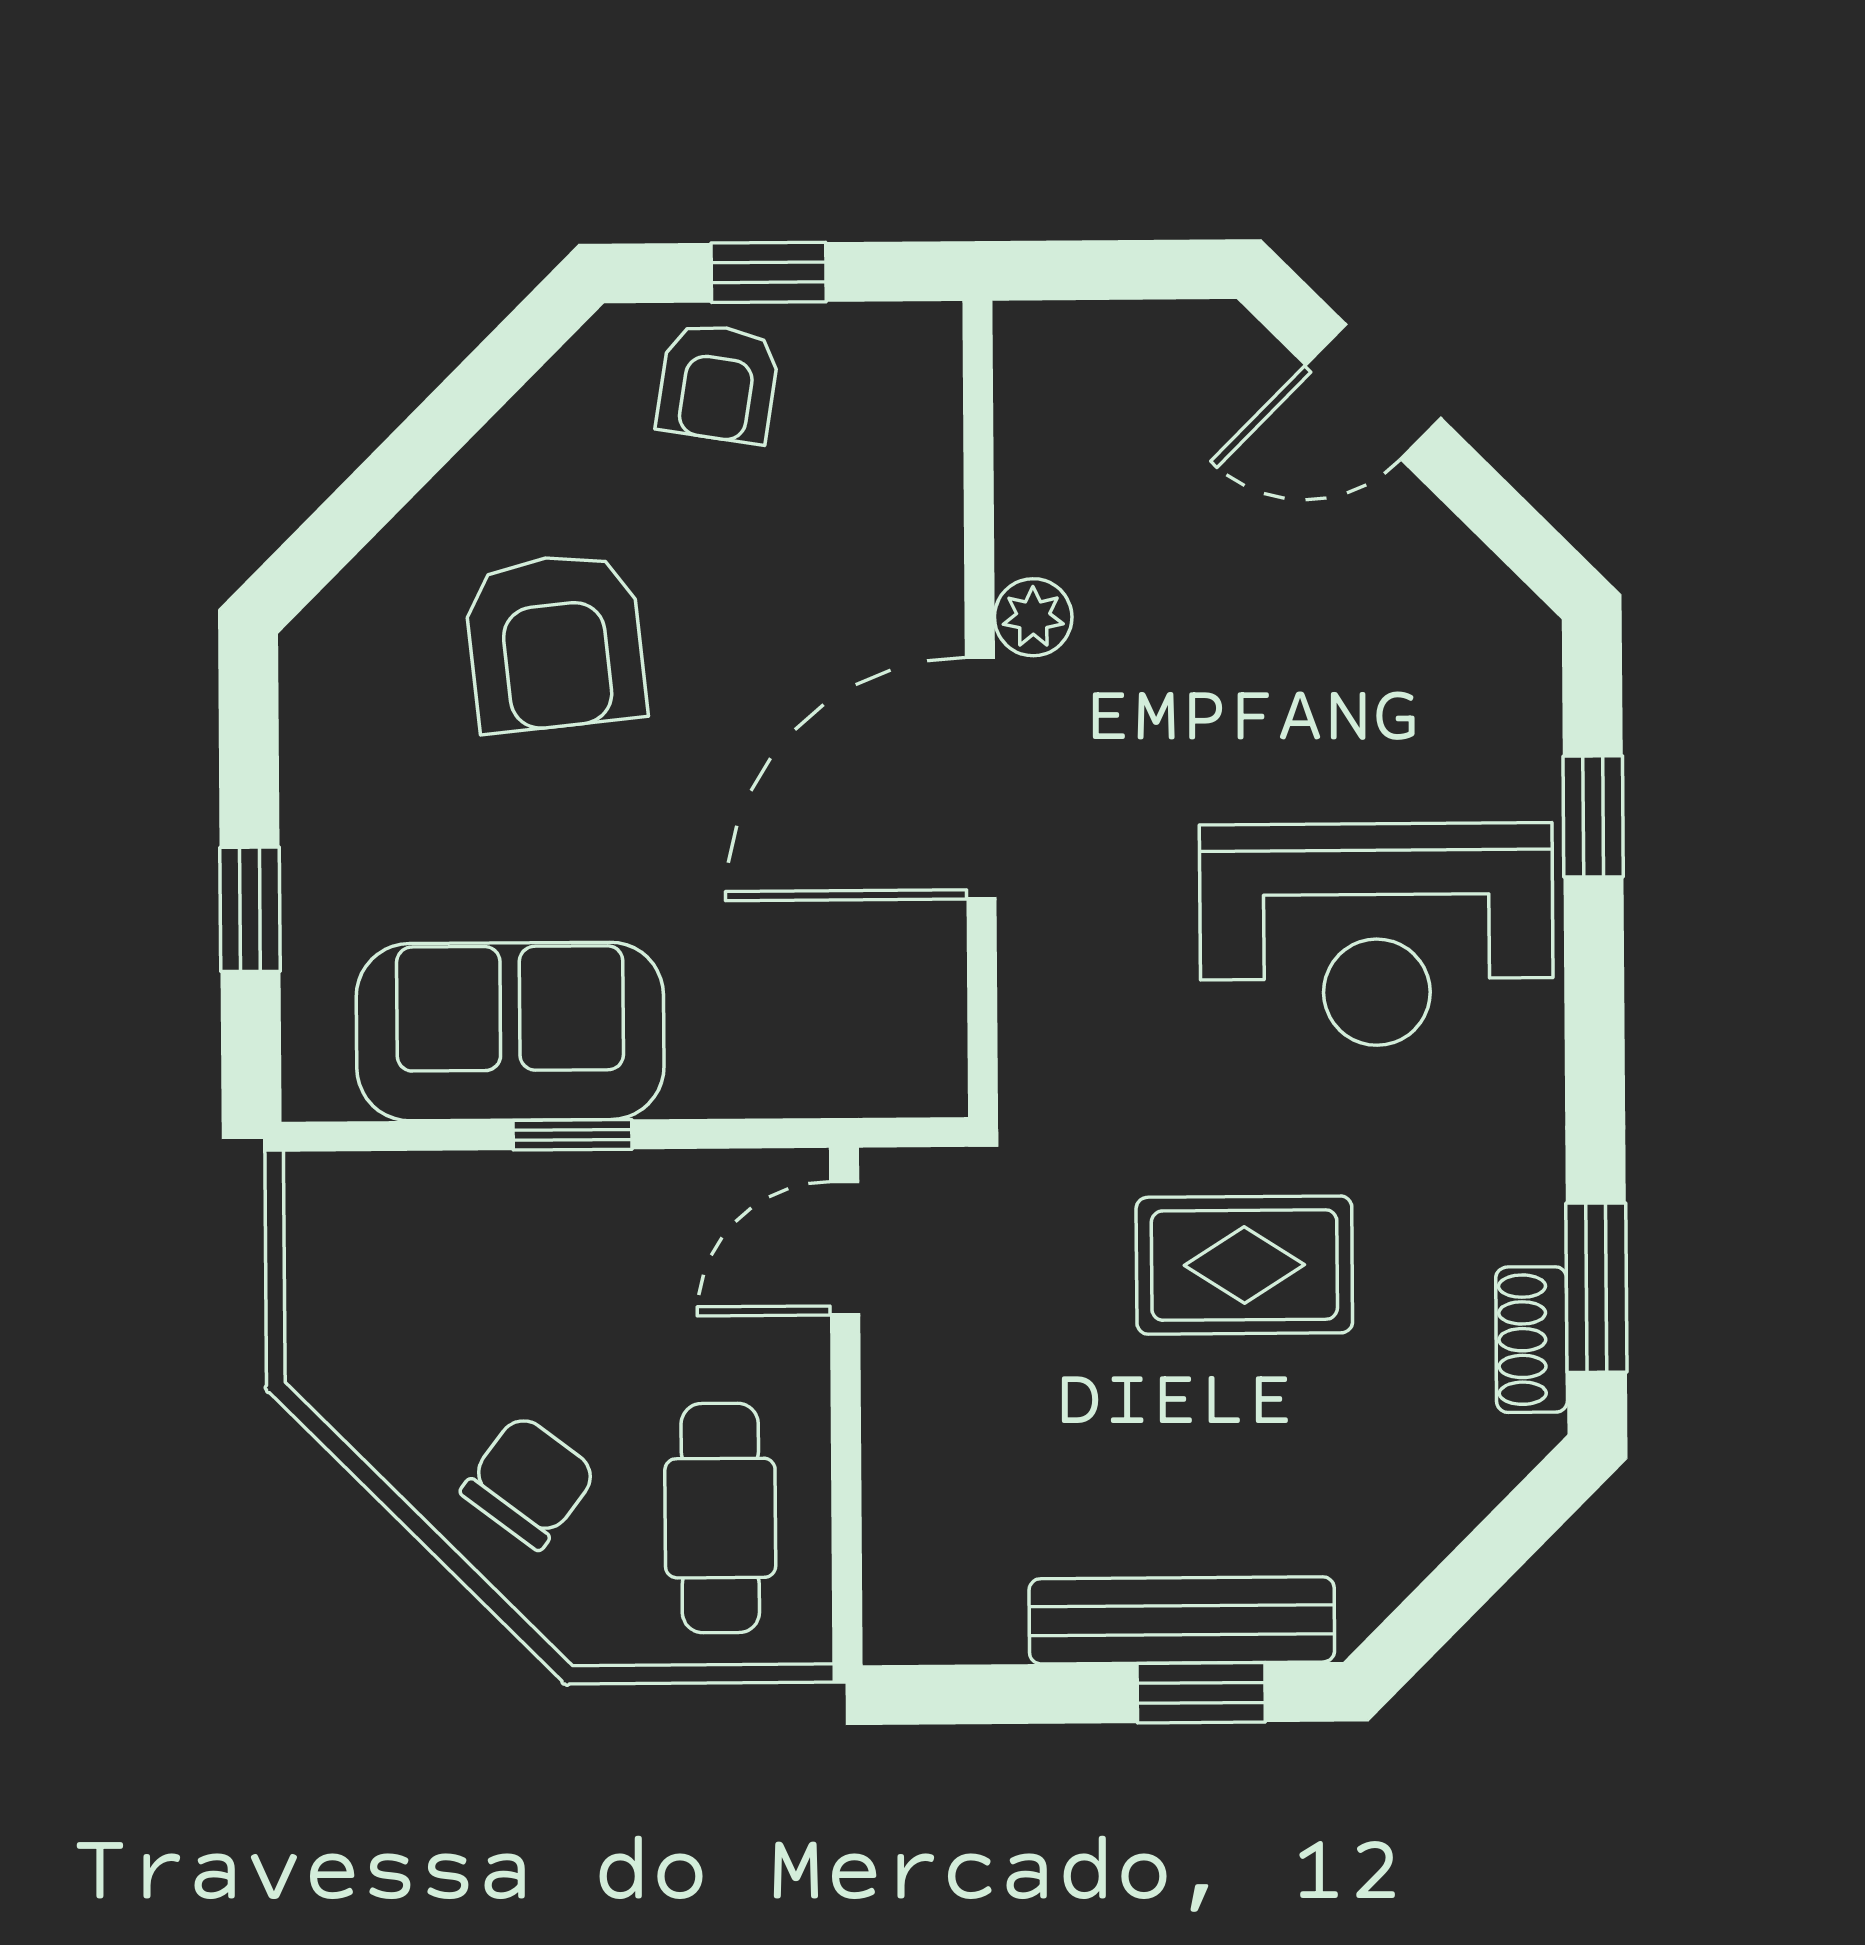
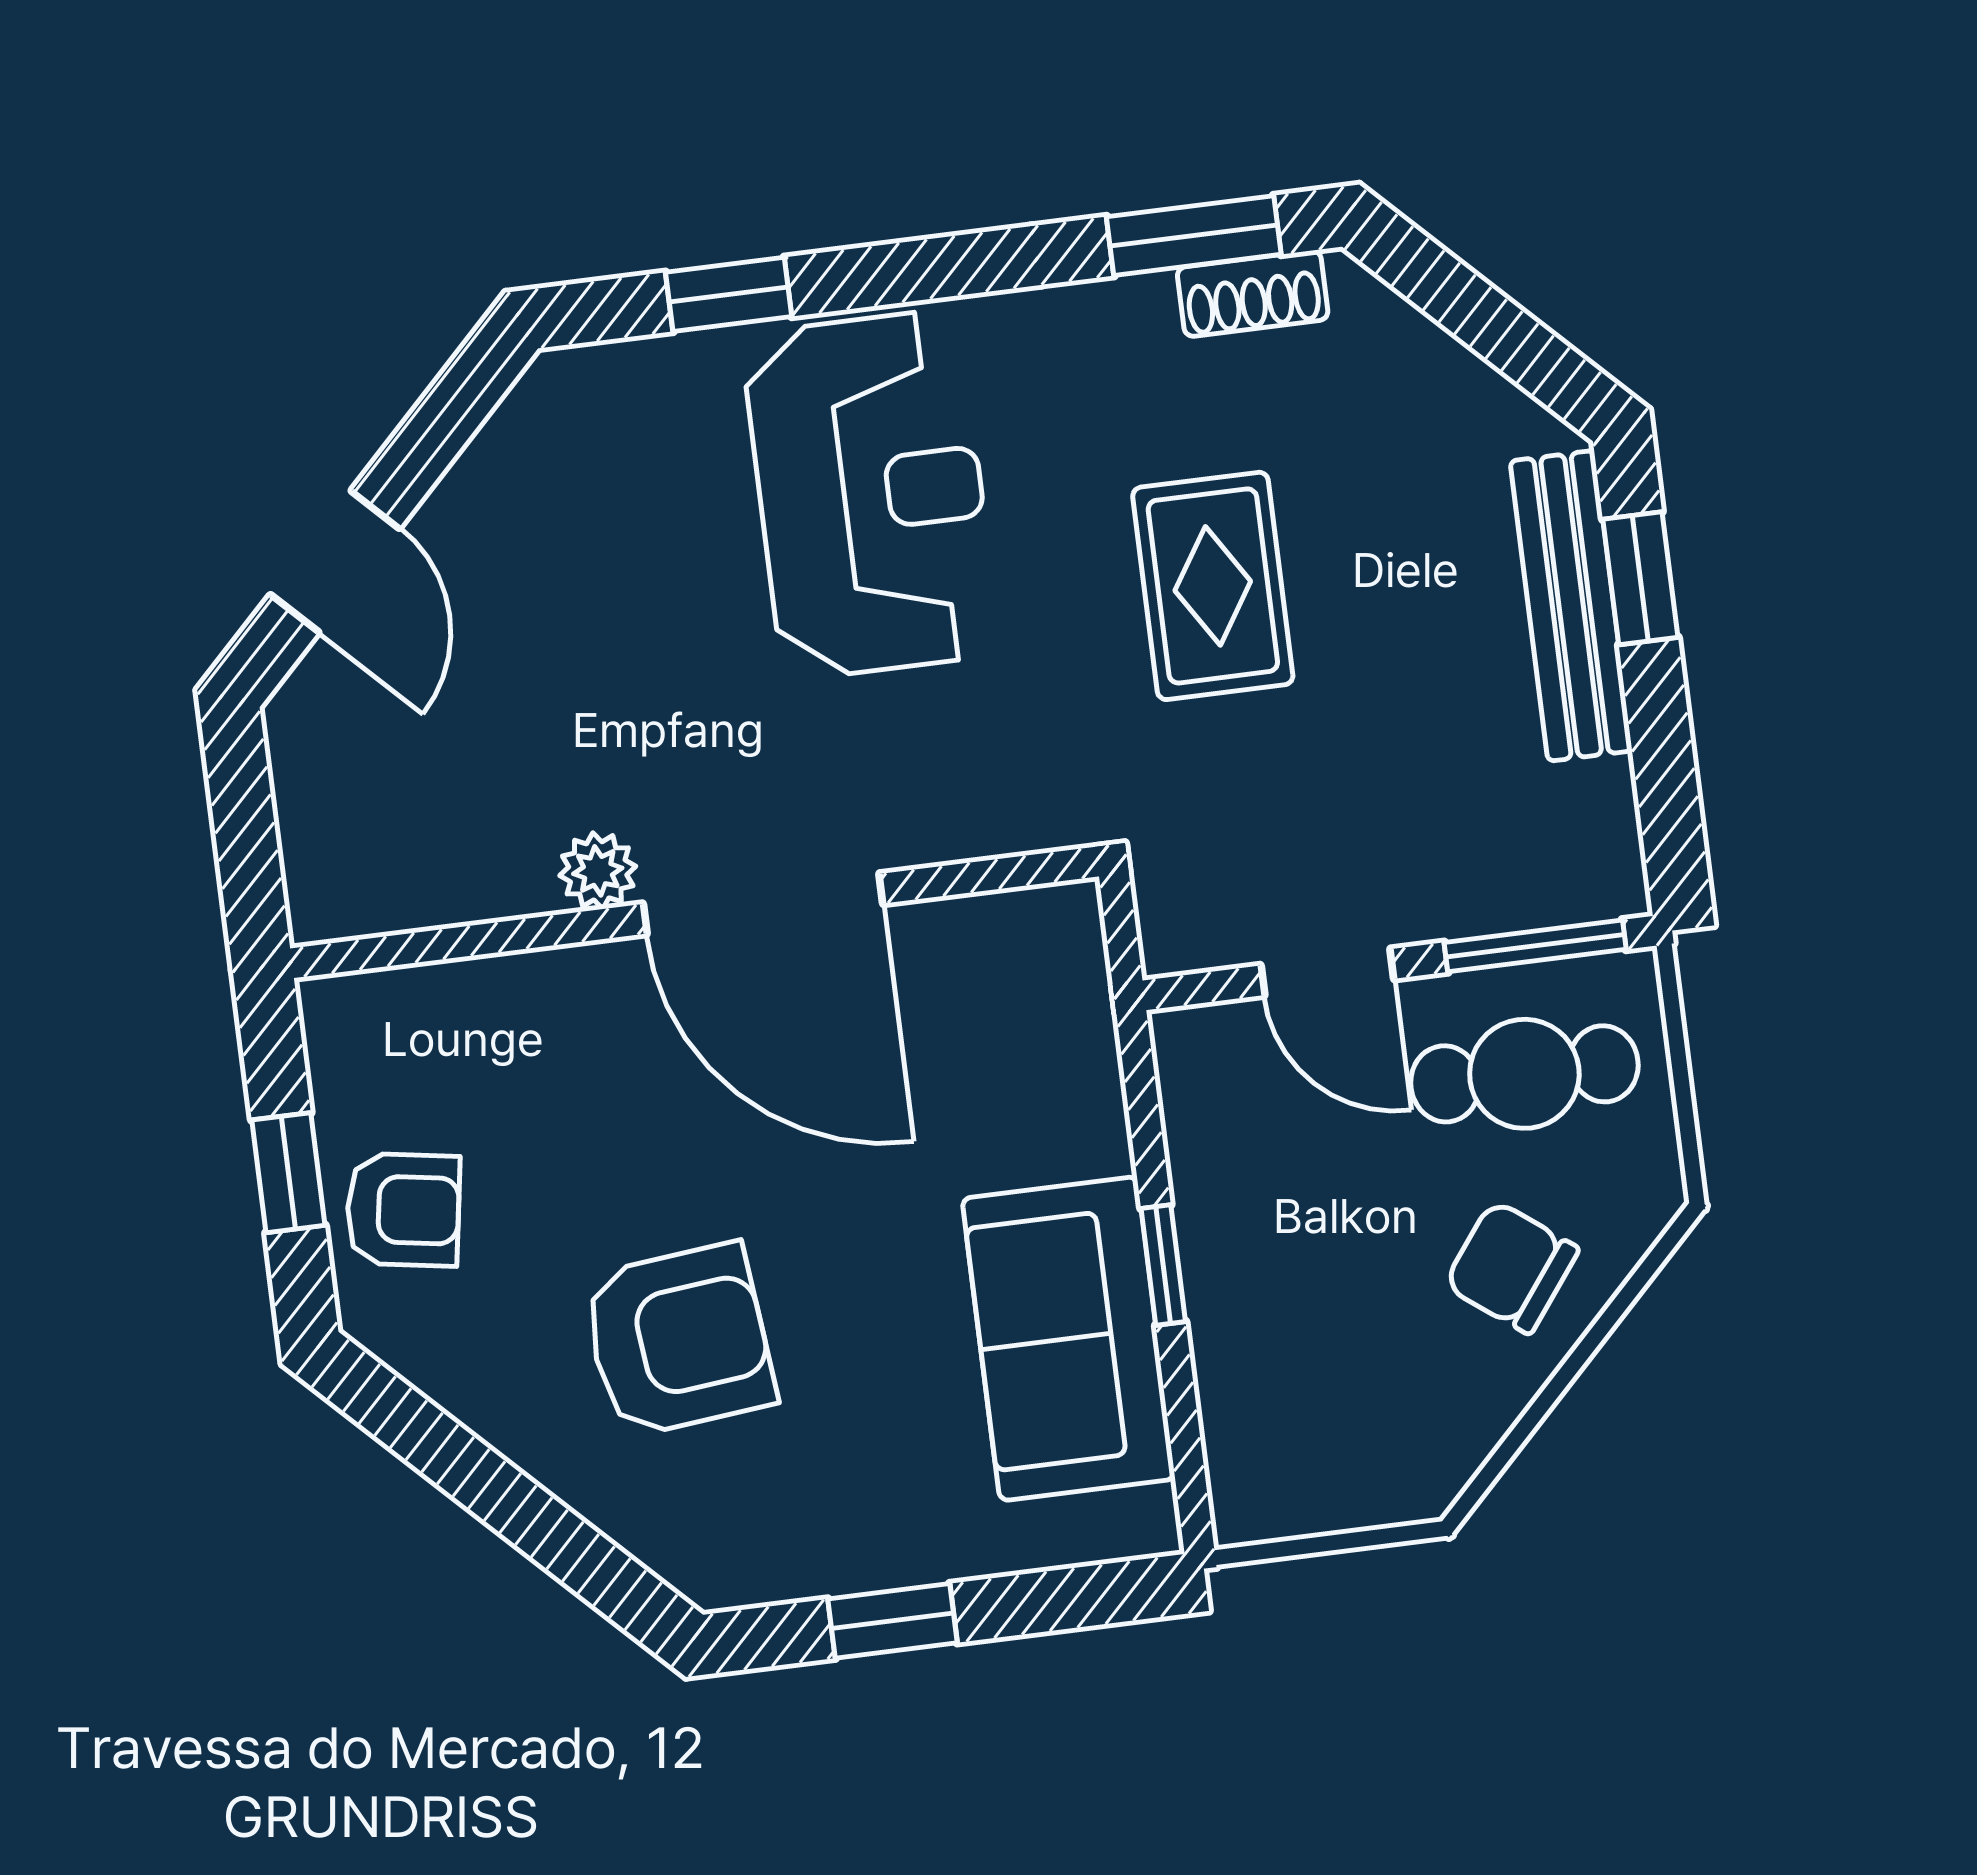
window: (250, 909) -> (893, 1621), moved
door: (845, 1248) -> (1327, 972), moved
window: (847, 1544) -> (1535, 946), added

